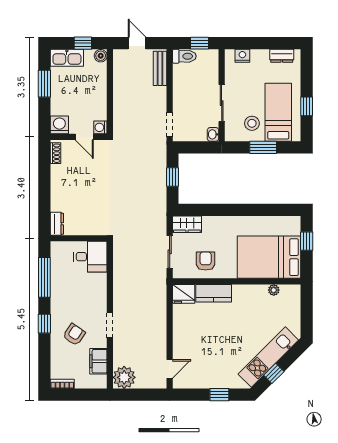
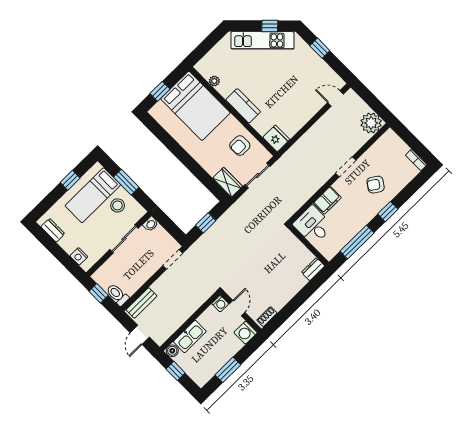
kitchen sink: (67, 58) -> (190, 336), moved, turned 90
kitchen counter: (214, 293) -> (243, 106), moved
filing cabinet: (98, 361) -> (327, 200), moved

